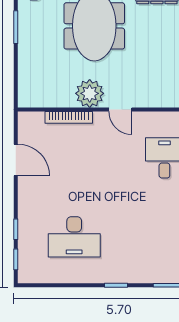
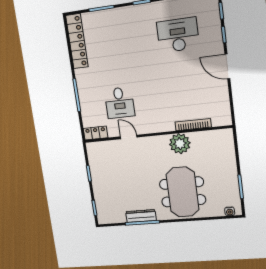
door: (120, 110) -> (129, 137), moved
door: (16, 160) -> (227, 67), moved

